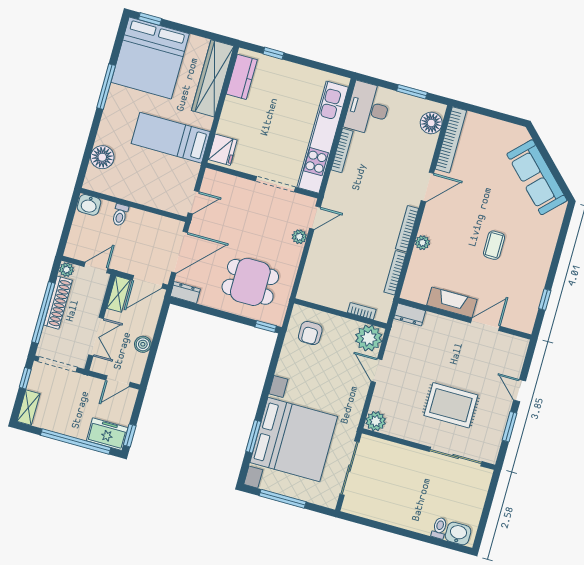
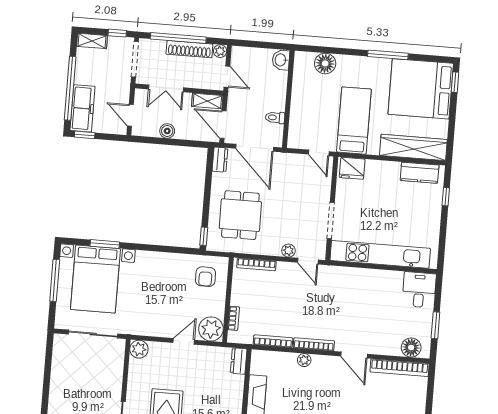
desk: (368, 108) -> (419, 290), width x0.73
bookcase: (342, 150) -> (256, 264), moved
door: (193, 202) -> (319, 153), moved
toilet: (120, 215) -> (275, 118), moved
armchair: (310, 333) -> (205, 277), turned -90
freezer: (107, 434) -> (82, 108), width x1.40
bed with nightstands: (294, 440) -> (95, 279), width x0.73

